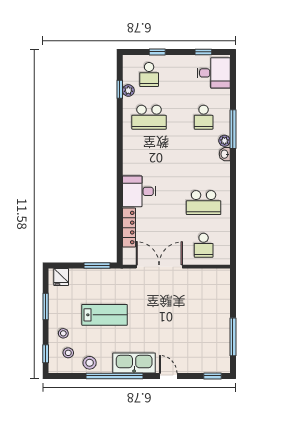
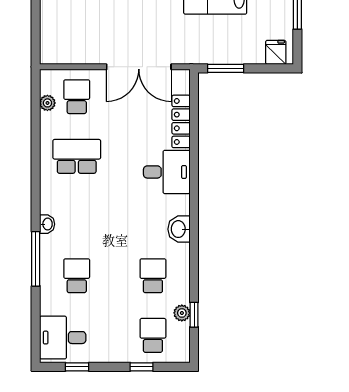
school desk: (149, 117) -> (153, 276), width x0.54
plant: (225, 141) -> (47, 103), moved
washbasin: (130, 151) -> (179, 229), added

